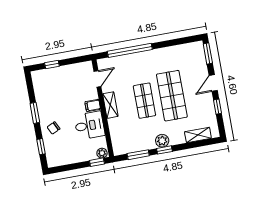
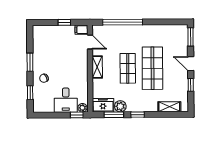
window: (52, 64) -> (64, 22), moved
door: (97, 79) -> (90, 42), hinge flipped
door: (213, 83) -> (191, 64), hinge flipped
filing cabinet: (93, 106) -> (81, 30), moved
desk: (89, 125) -> (66, 100), moved, turned 90
plant: (162, 141) -> (120, 106), moved
freezer: (124, 146) -> (103, 105), added

